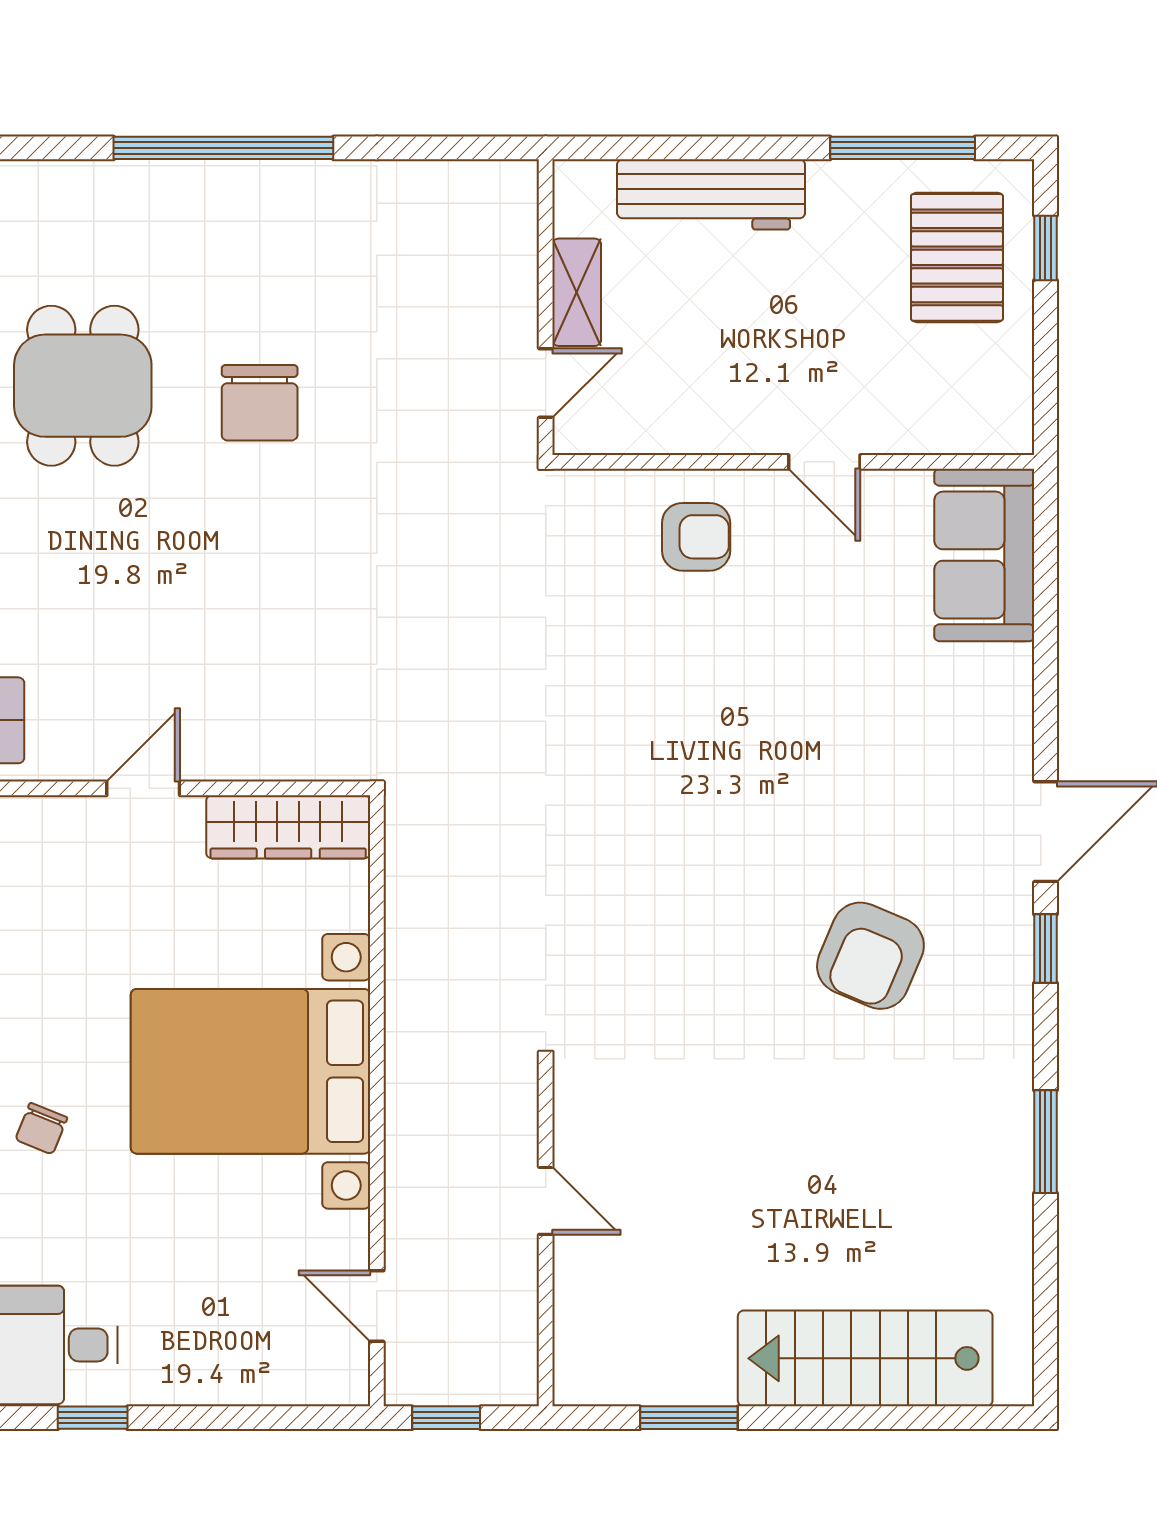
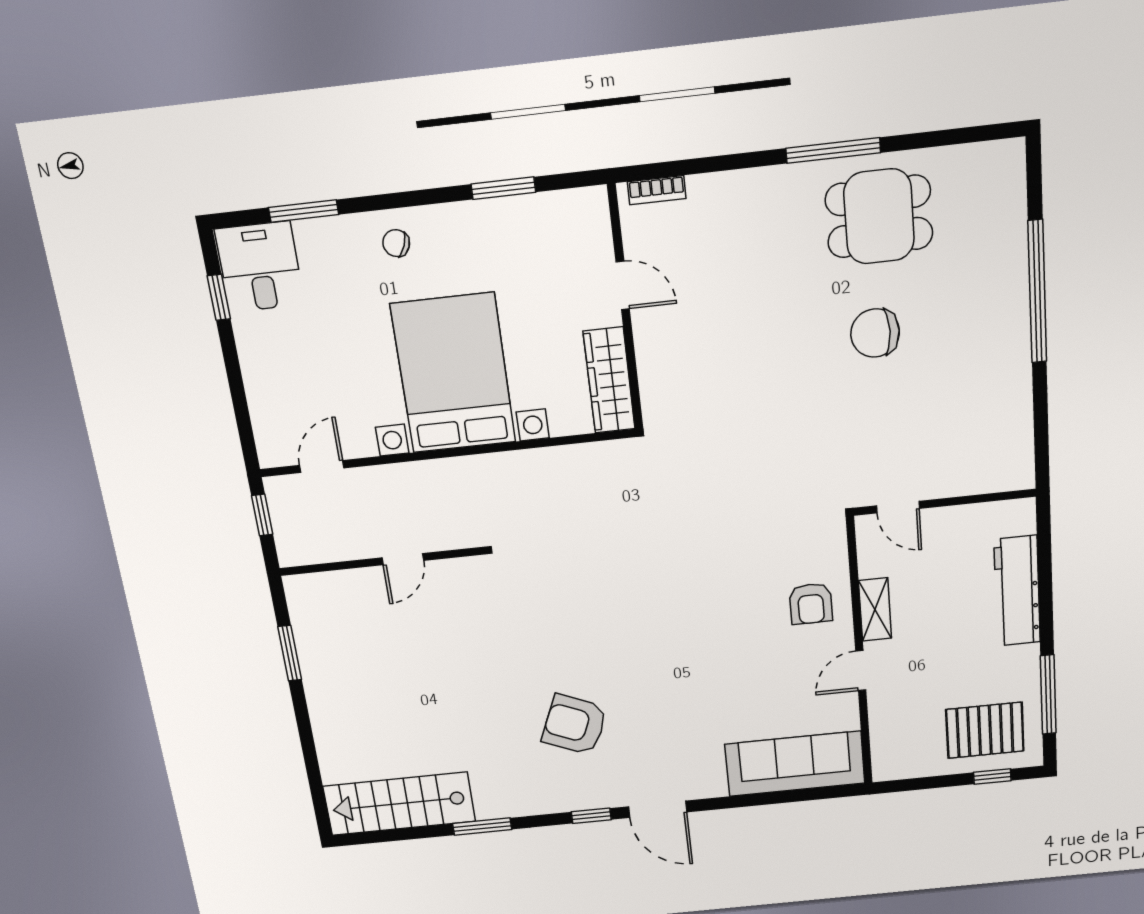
shelving: (577, 292) -> (875, 610), moved, turned 90
sofa: (984, 555) -> (795, 764), width x1.36
stairs: (865, 1358) -> (399, 804), moved, turned -90

